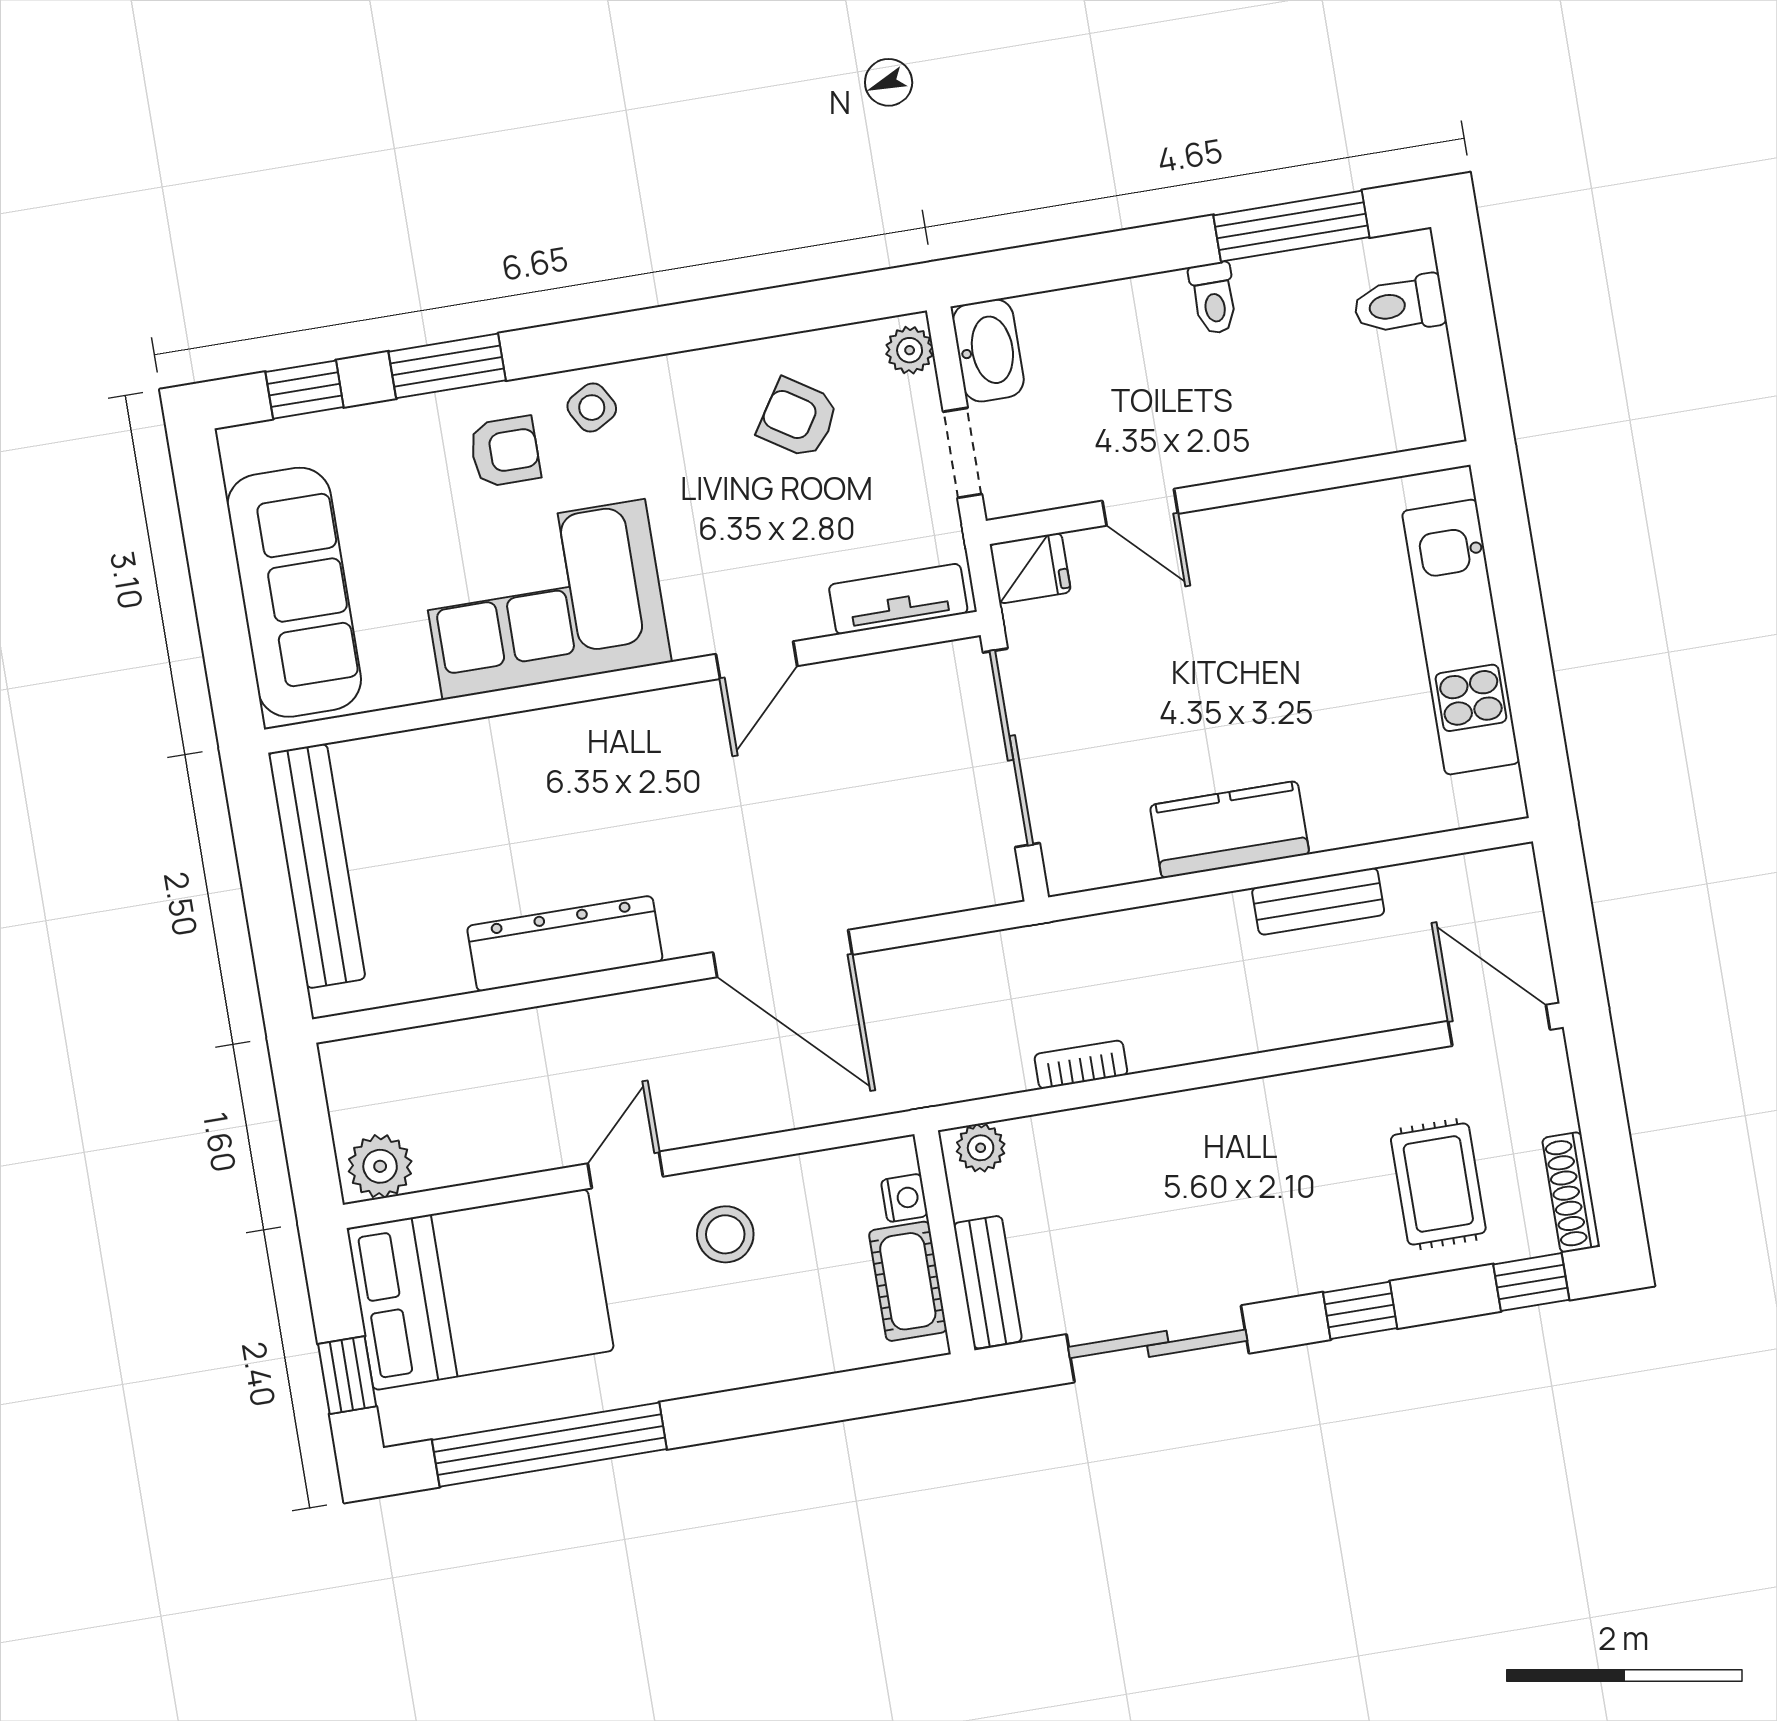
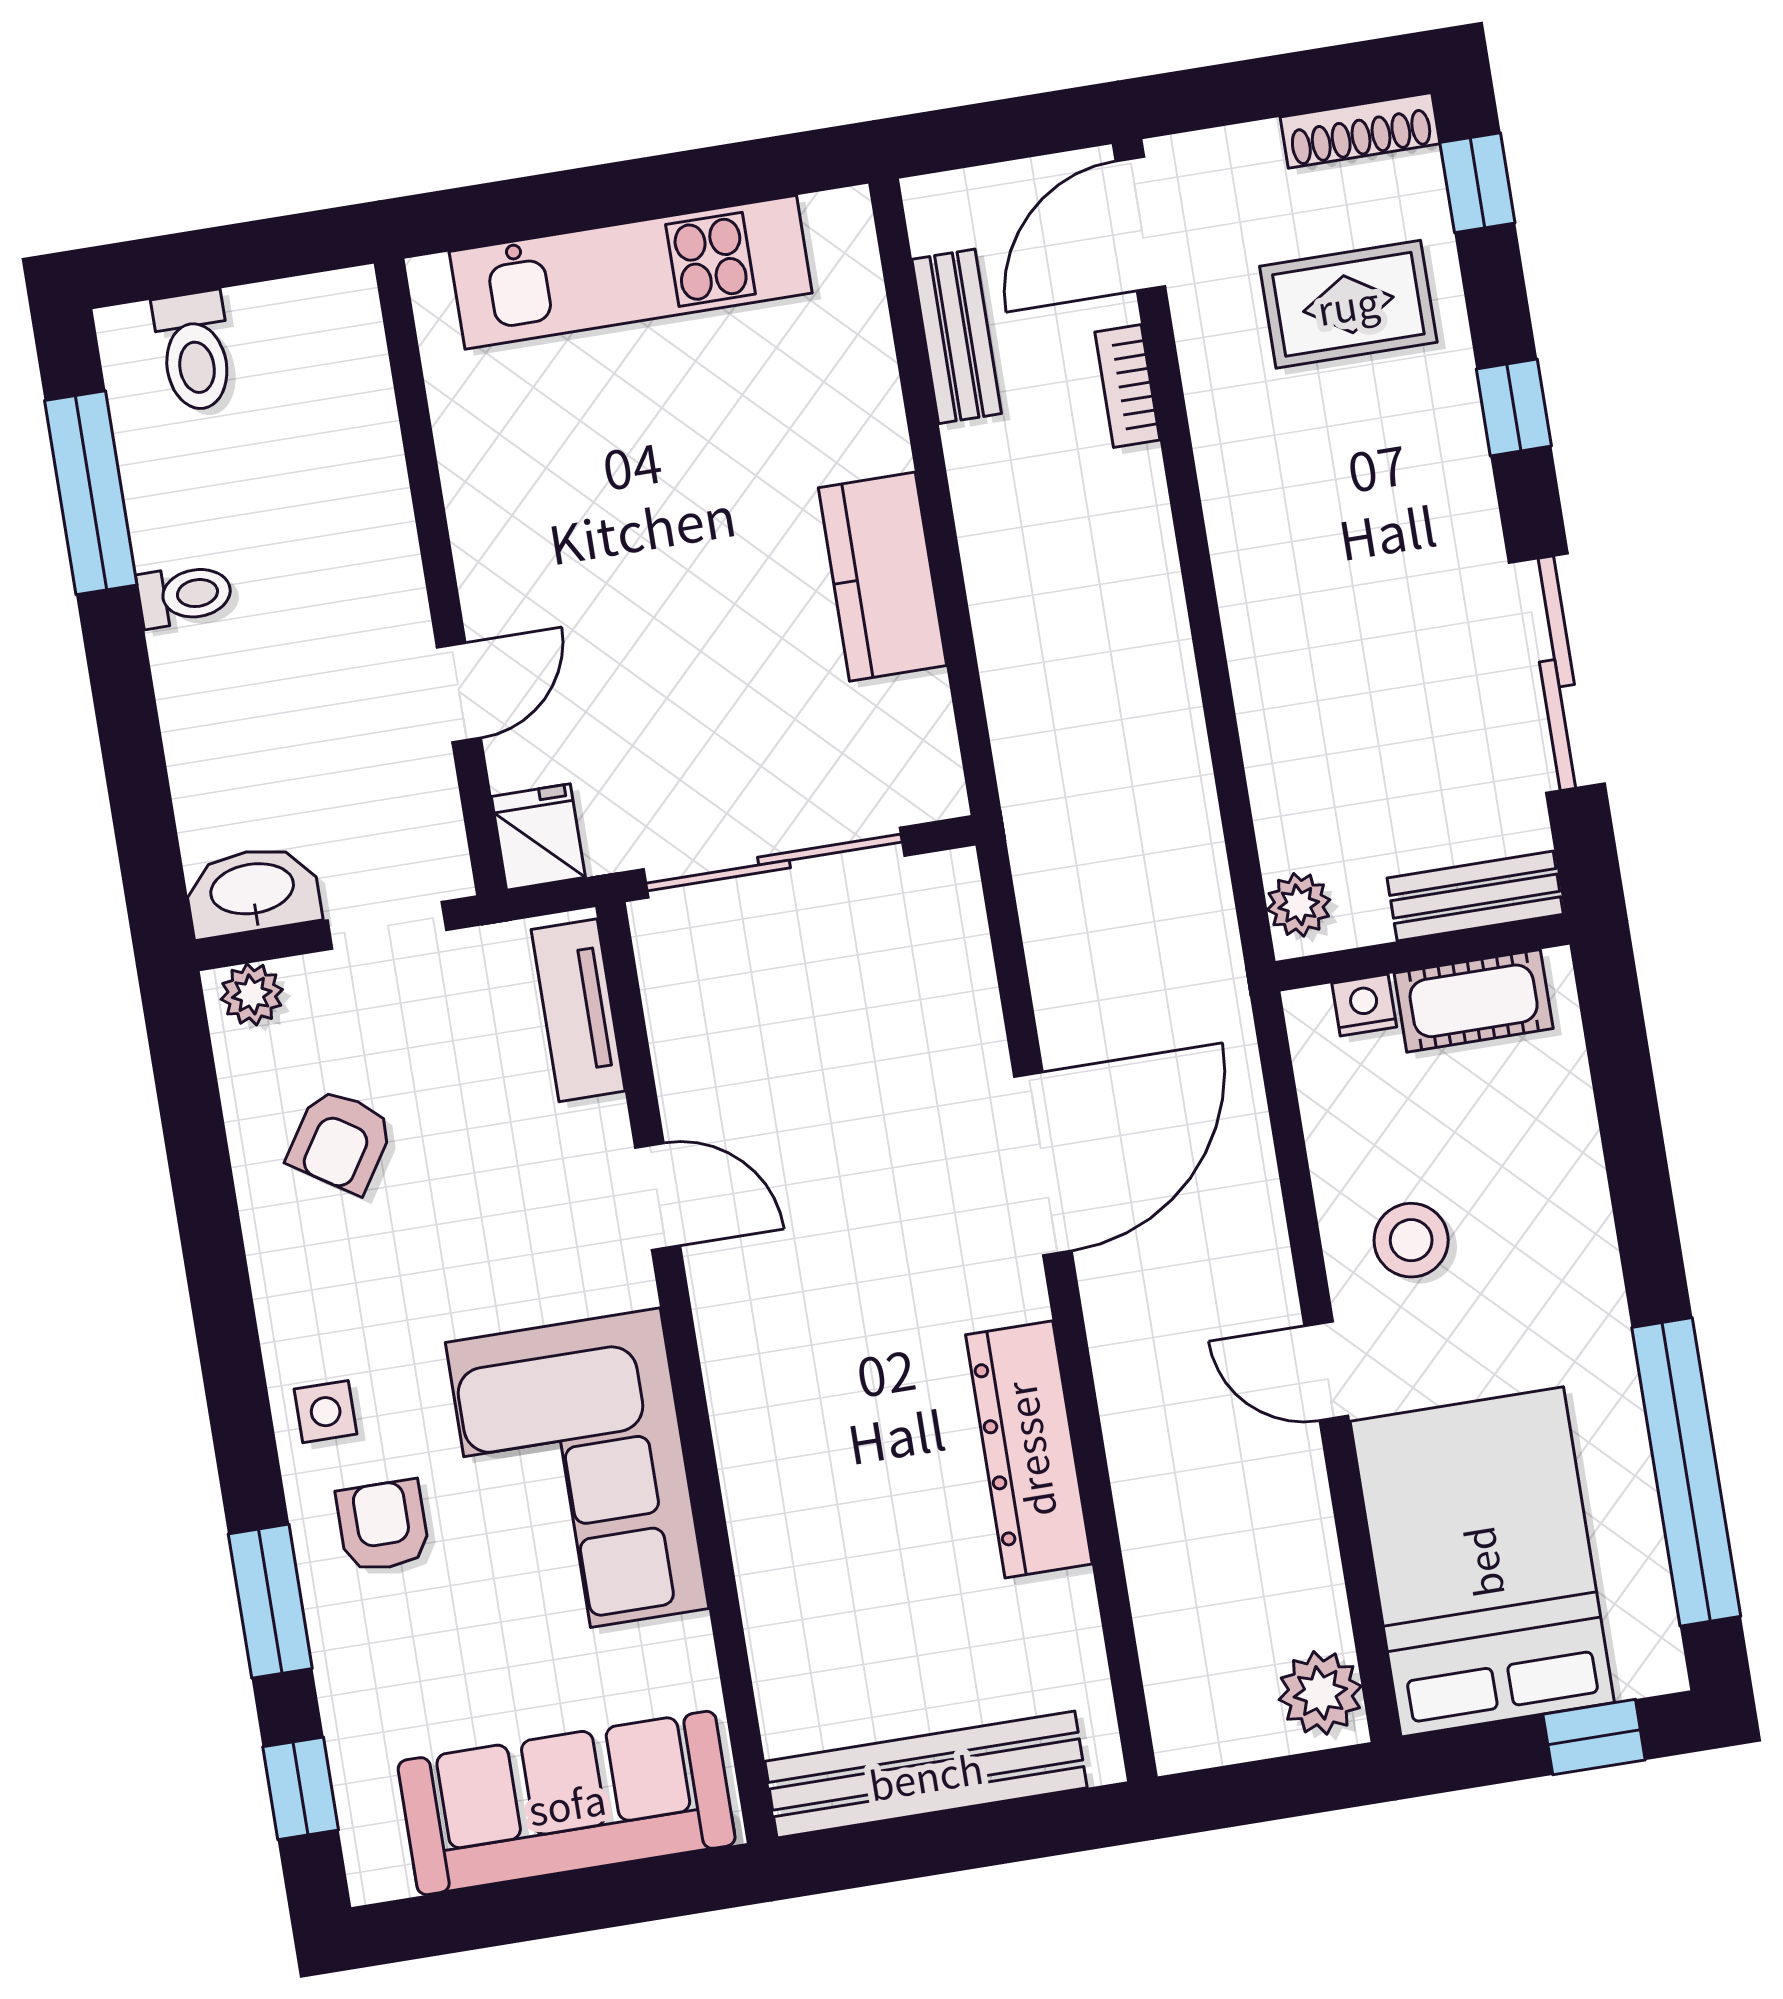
side table: (592, 408) -> (326, 1412), turned 30
bench: (1318, 901) -> (957, 336), moved
bookcase: (1081, 1065) -> (1127, 386), moved

